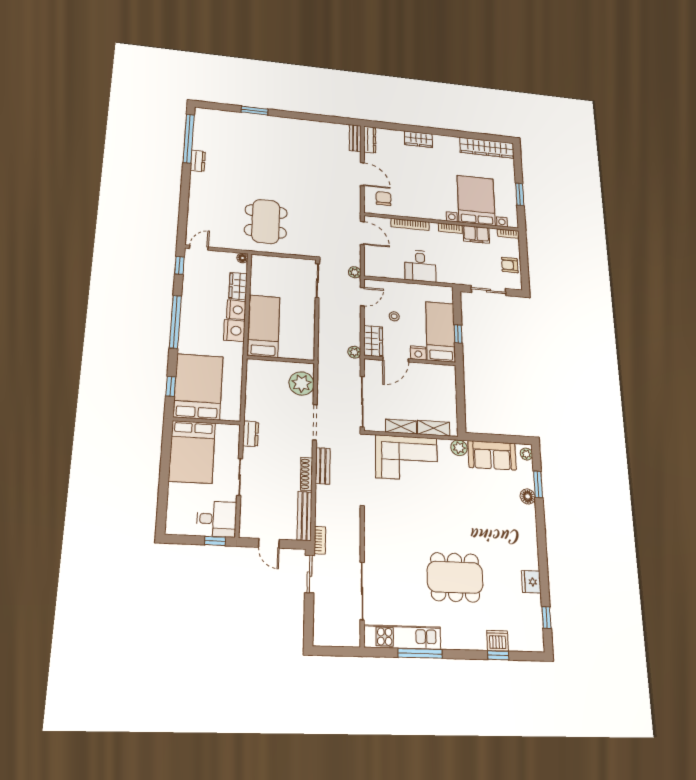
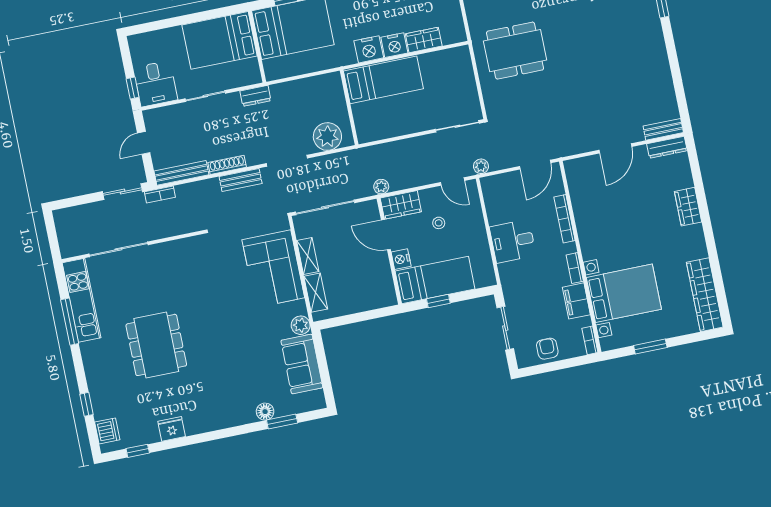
chair: (383, 199) -> (590, 180), removed
floor lamp: (242, 258) -> (460, 36), removed
plant: (526, 454) -> (314, 403), removed
dishwasher: (498, 641) -> (107, 431), moved

